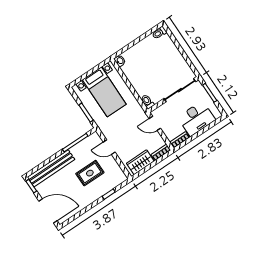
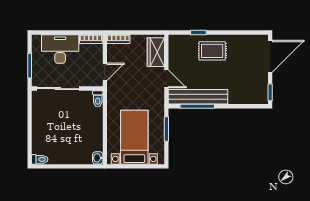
door: (155, 123) -> (105, 72), hinge flipped
wardrobe: (140, 162) -> (156, 52), moved, turned 90
bench: (51, 168) -> (198, 97), moved
rug: (90, 173) -> (212, 51), moved
door: (48, 211) -> (270, 56), swing flipped

